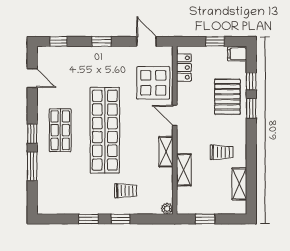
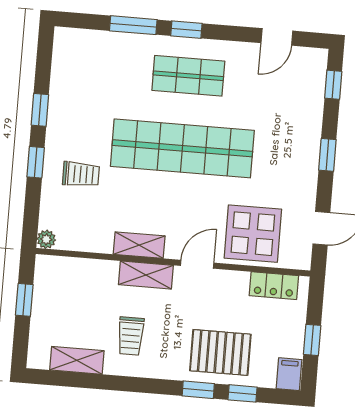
shelving: (184, 170) -> (146, 275), moved
trolley: (126, 191) -> (81, 174), turned -90

